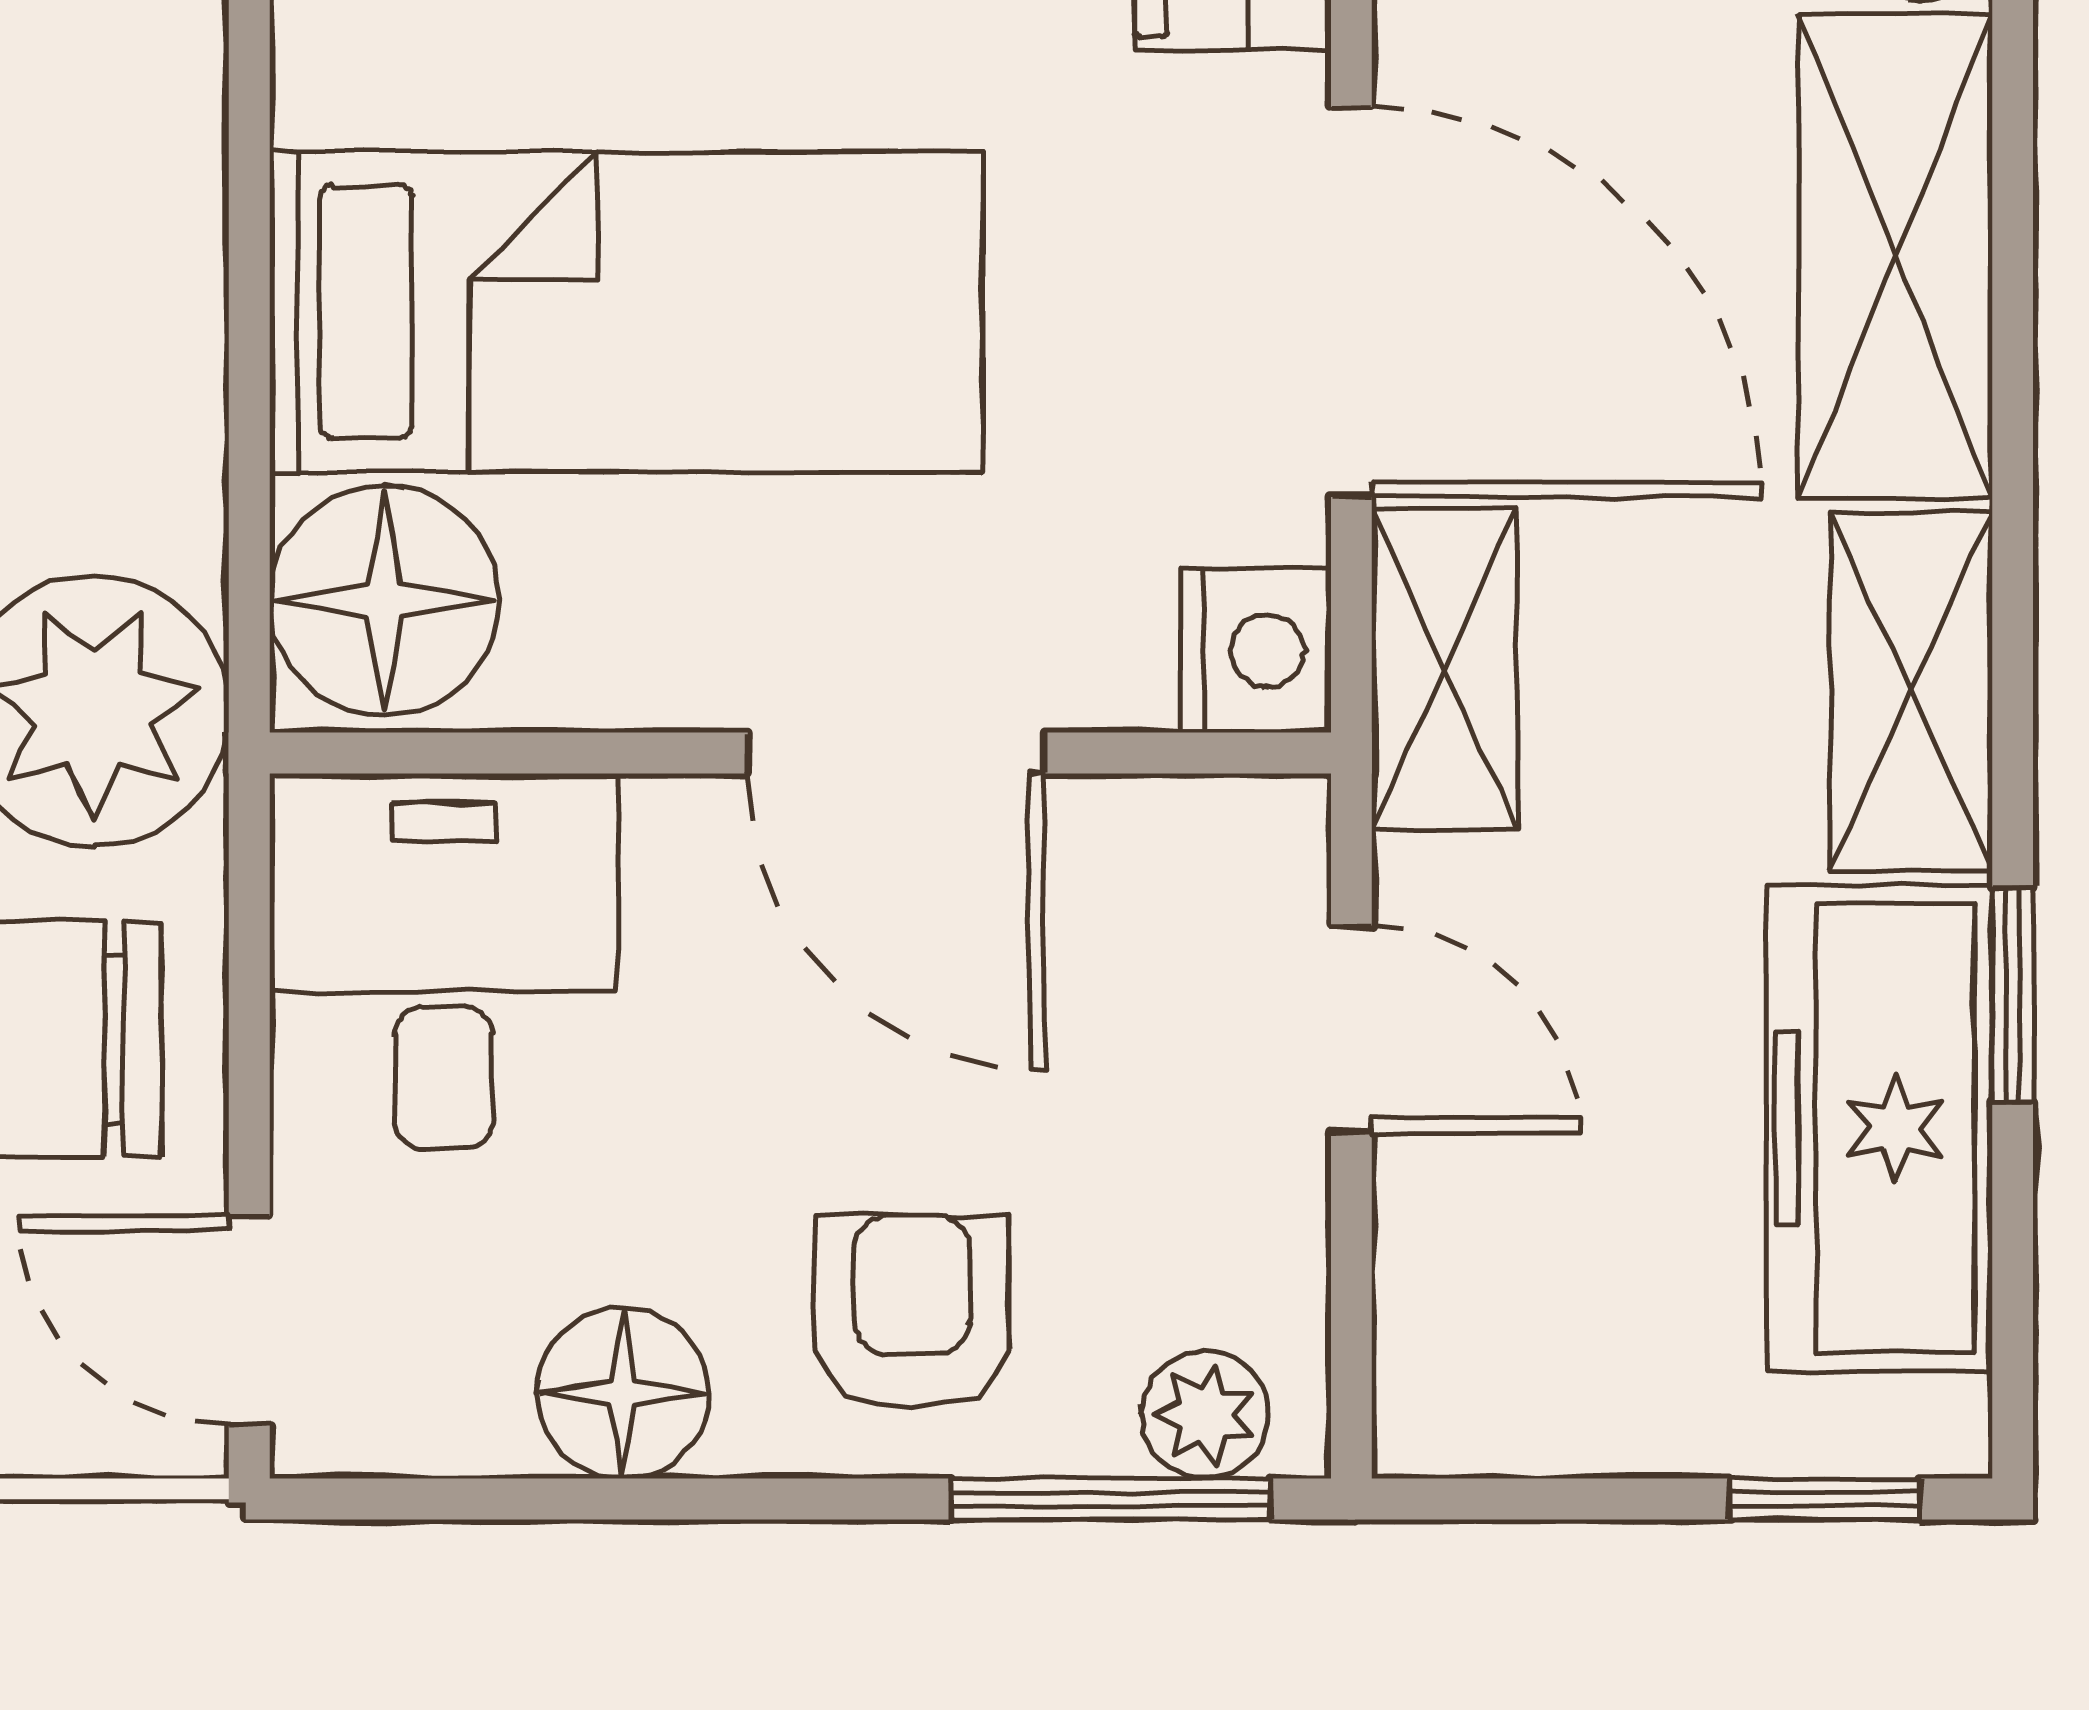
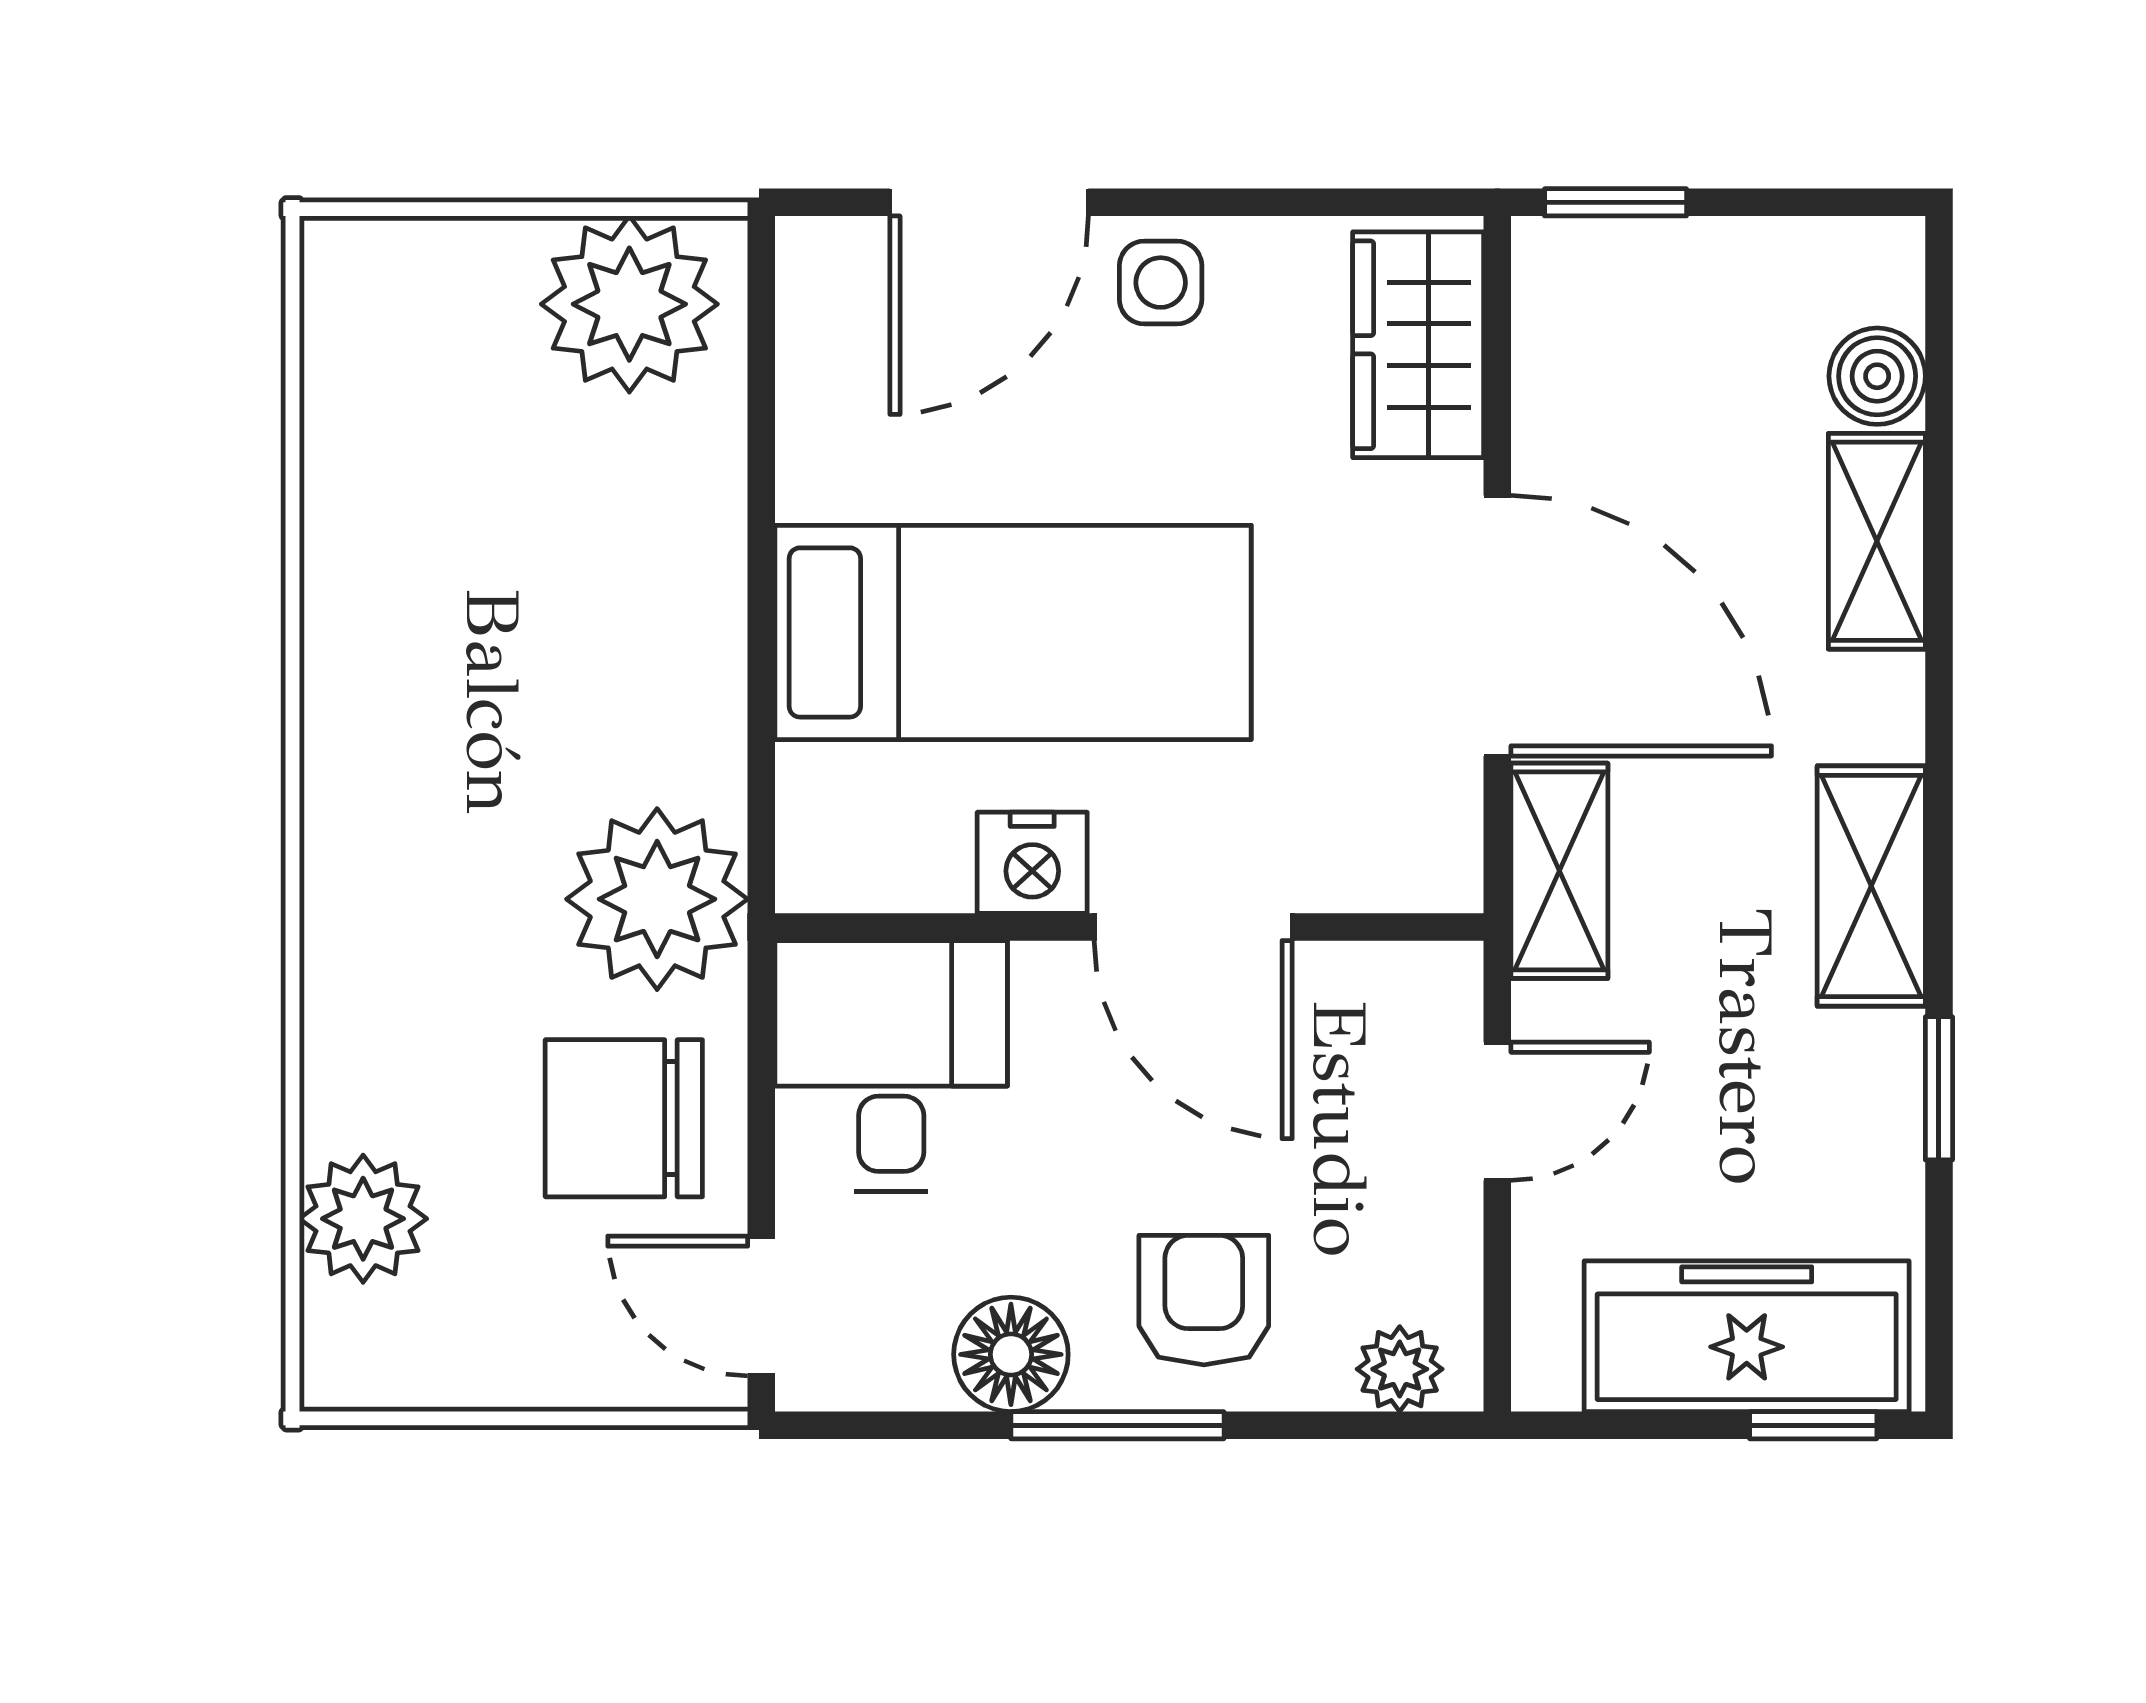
shelving: (1895, 256) -> (1877, 541), width x0.67, depth x0.75
floor lamp: (384, 601) -> (851, 825), removed
nightstand: (1255, 650) -> (1032, 863), moved, turned 90
door: (1351, 1029) -> (1497, 1111), hinge flipped
freezer: (1879, 1128) -> (1747, 1336), moved, turned 90
window: (1111, 1499) -> (1117, 1425), moved

